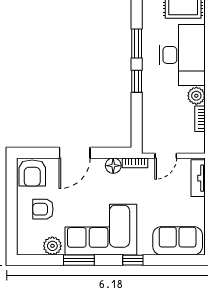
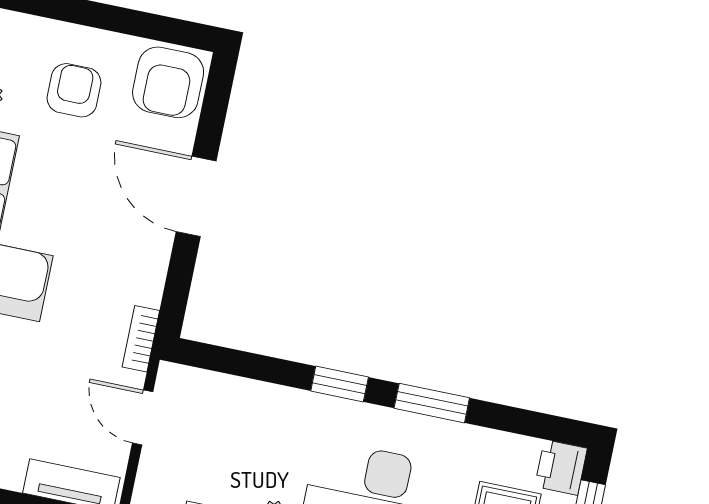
floor lamp: (113, 166) -> (145, 284), removed
armchair: (32, 173) -> (168, 82), turned -90

